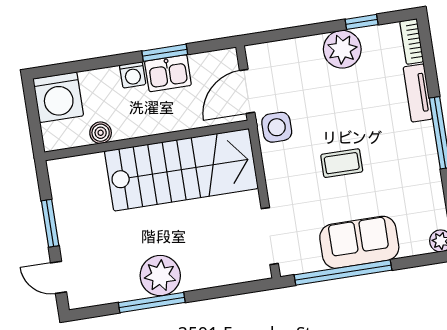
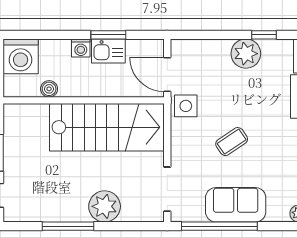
door: (247, 91) -> (167, 75), hinge flipped
coffee table: (342, 163) -> (232, 142), turned -34
plant: (160, 276) -> (105, 206), moved

